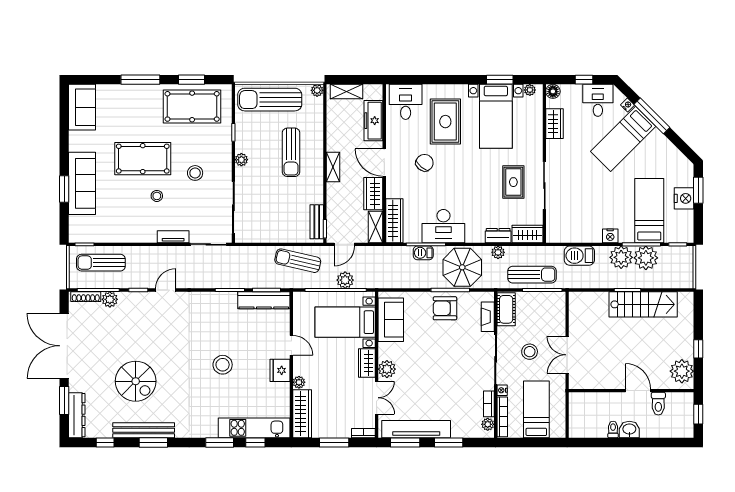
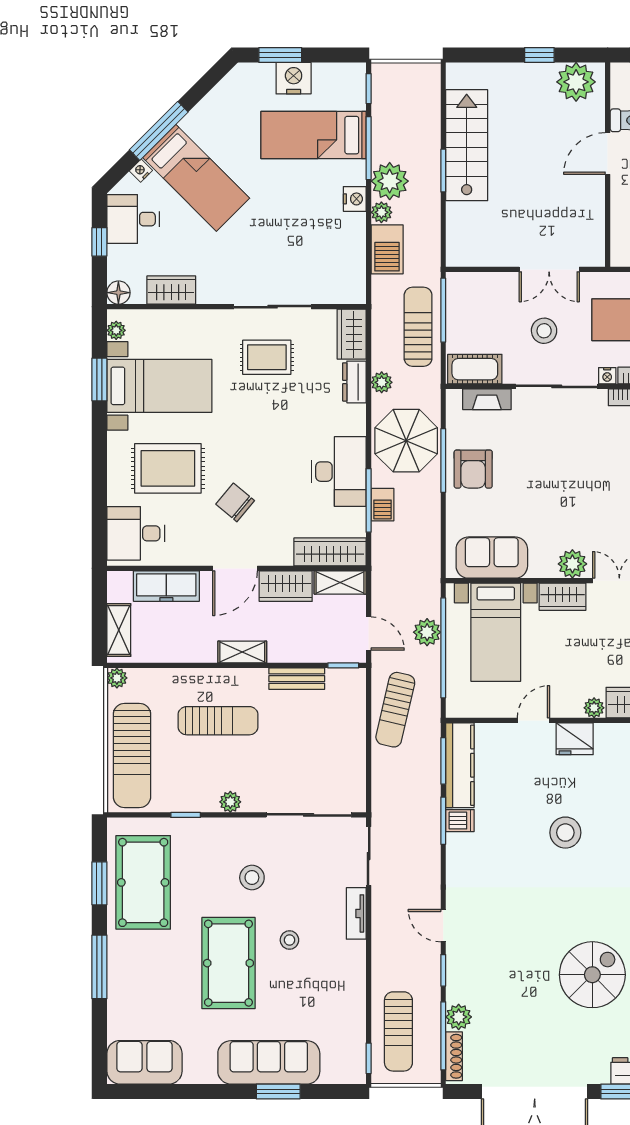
bench: (317, 222) -> (297, 679), moved
plant: (646, 258) -> (381, 212), moved, width x0.53, depth x0.53
dishwasher: (230, 300) -> (460, 821), added

